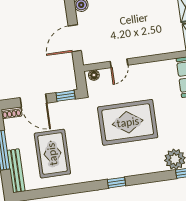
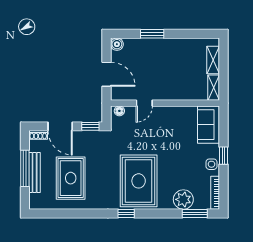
door: (75, 38) -> (106, 74), swing flipped
rug: (128, 122) -> (139, 181), moved, turned 90
bench: (16, 171) -> (35, 173), moved

